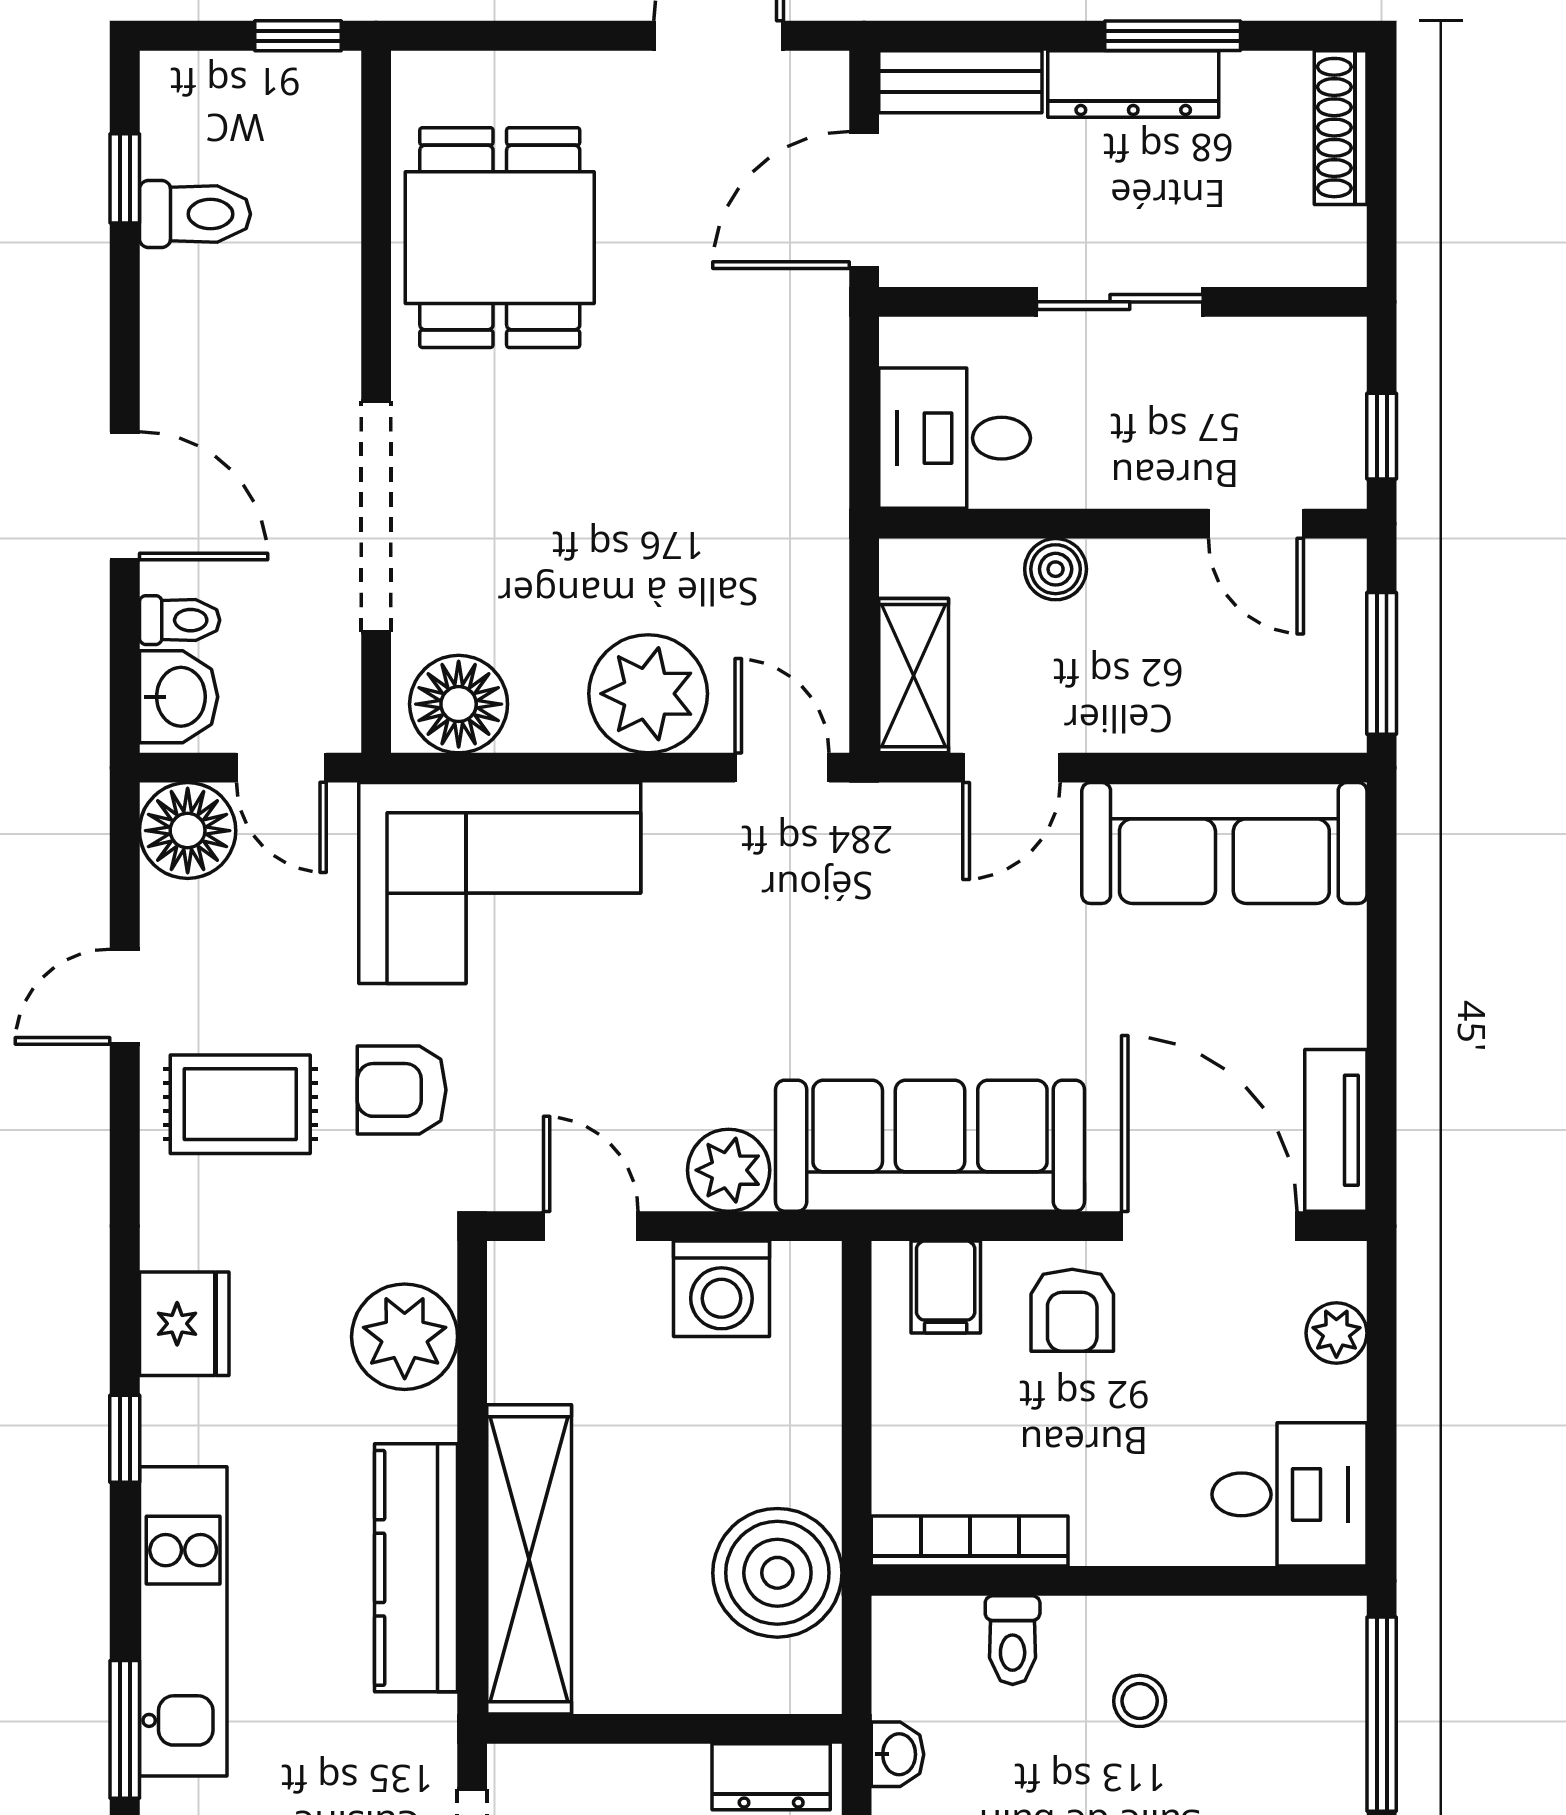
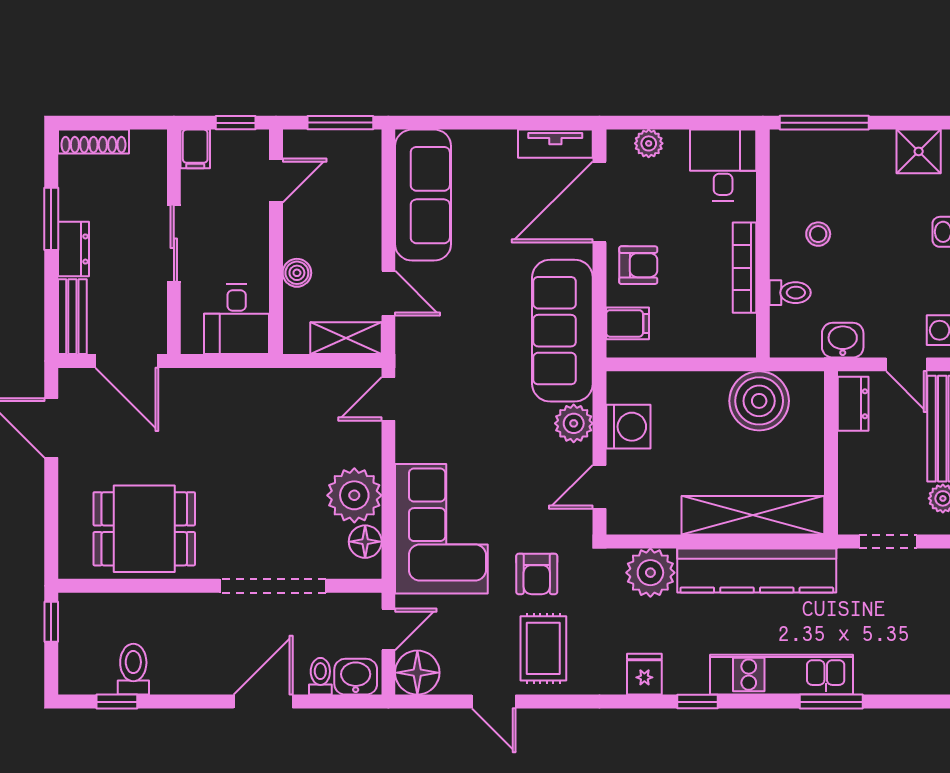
dresser: (1133, 84) -> (73, 249), width x0.70
filing cabinet: (1325, 348) -> (195, 149), added
plant: (648, 694) -> (354, 495), moved
floor lamp: (459, 704) -> (365, 542), width x0.73, depth x0.73
fridge: (184, 1324) -> (644, 674), width x0.72
bookcase: (970, 1541) -> (744, 268), moved
kitchen counter: (416, 1568) -> (757, 571), width x1.39, depth x1.17
washbasin: (898, 1754) -> (843, 340), width x1.38, depth x1.45

